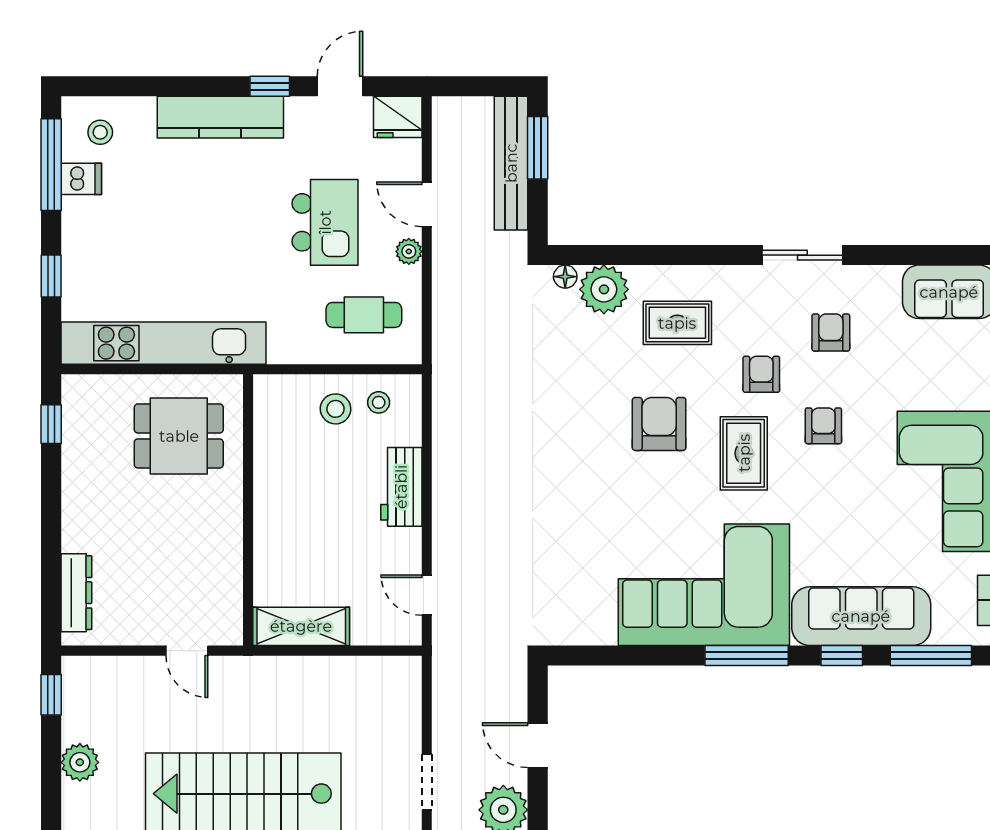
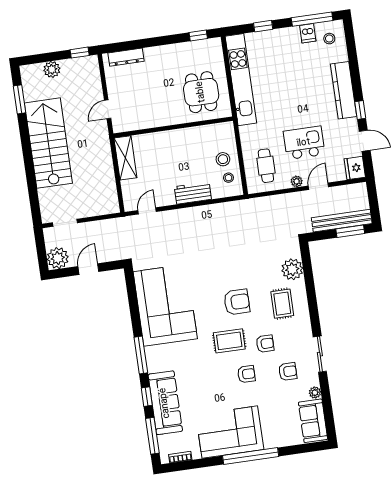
kitchen island: (325, 222) -> (304, 143), turned 180
floor lamp: (565, 277) -> (295, 252), removed
plant: (887, 278) -> (315, 393), added
corner sofa: (704, 585) -> (165, 305), moved

